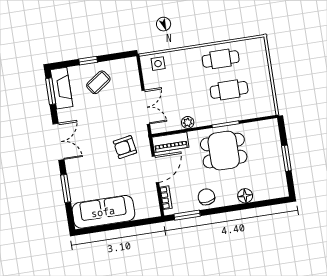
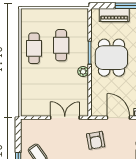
side table: (158, 64) -> (30, 102), removed
plant: (188, 122) -> (83, 71), moved
piano: (170, 142) -> (114, 15), moved, turned 90

